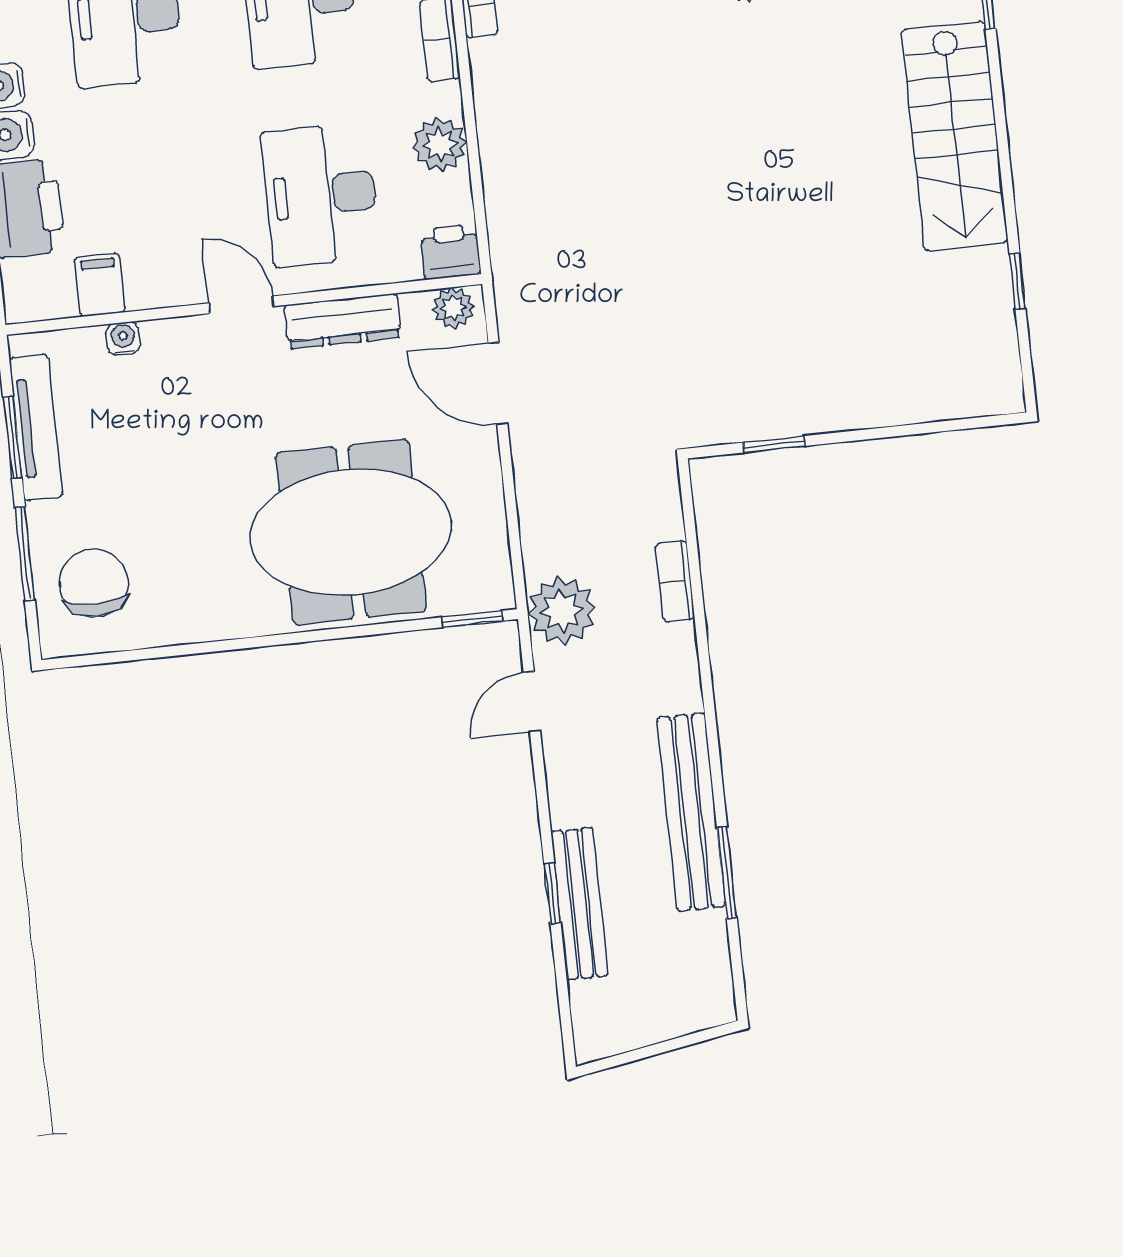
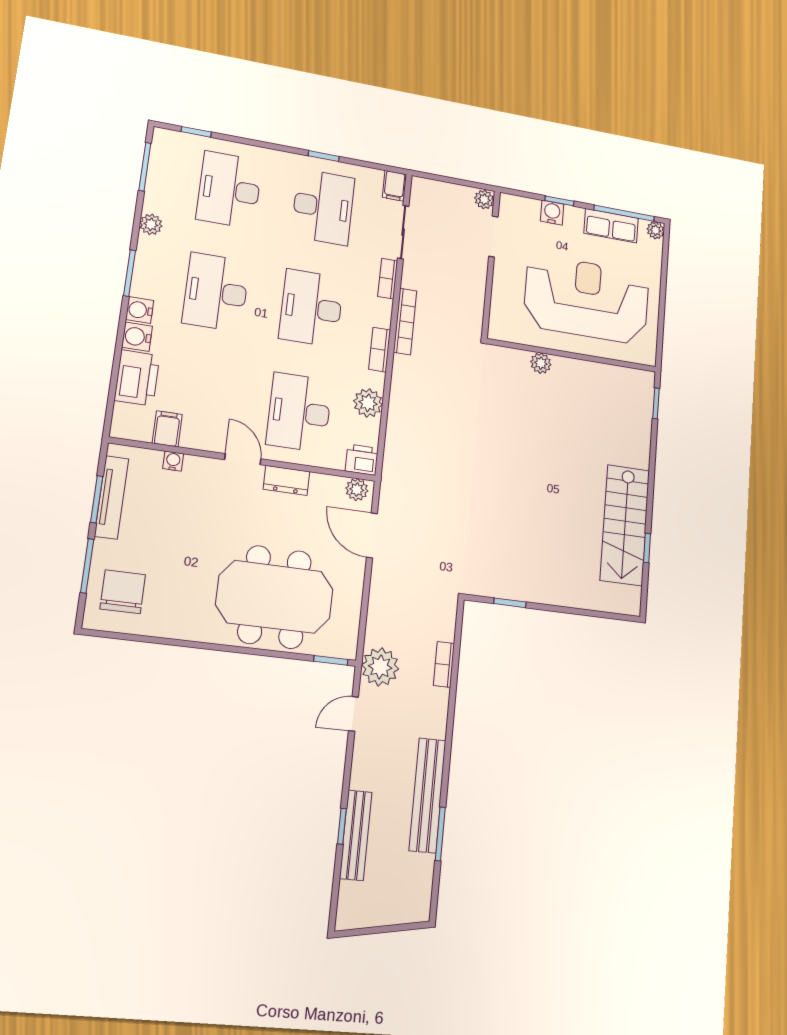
stairs: (955, 136) -> (625, 525), moved
dresser: (343, 321) -> (286, 480), width x0.70

